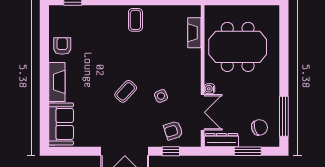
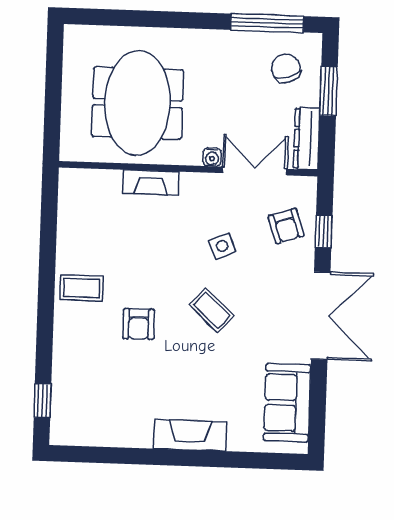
fireplace: (194, 33) -> (151, 183), moved
armchair: (62, 46) -> (139, 324), moved, turned -90
sofa: (61, 124) -> (287, 403), moved, turned -90

